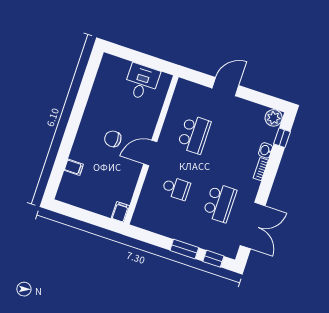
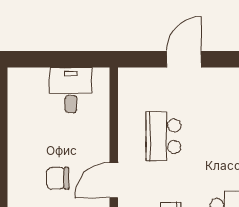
school desk: (194, 134) -> (163, 136), turned 180

